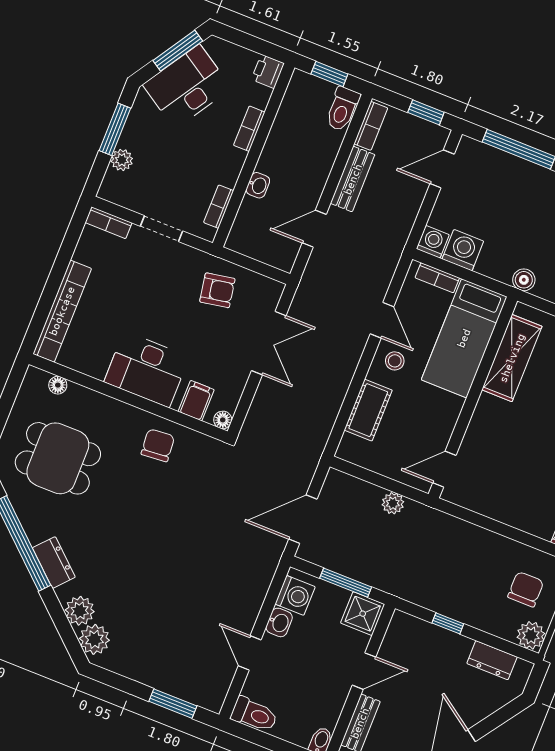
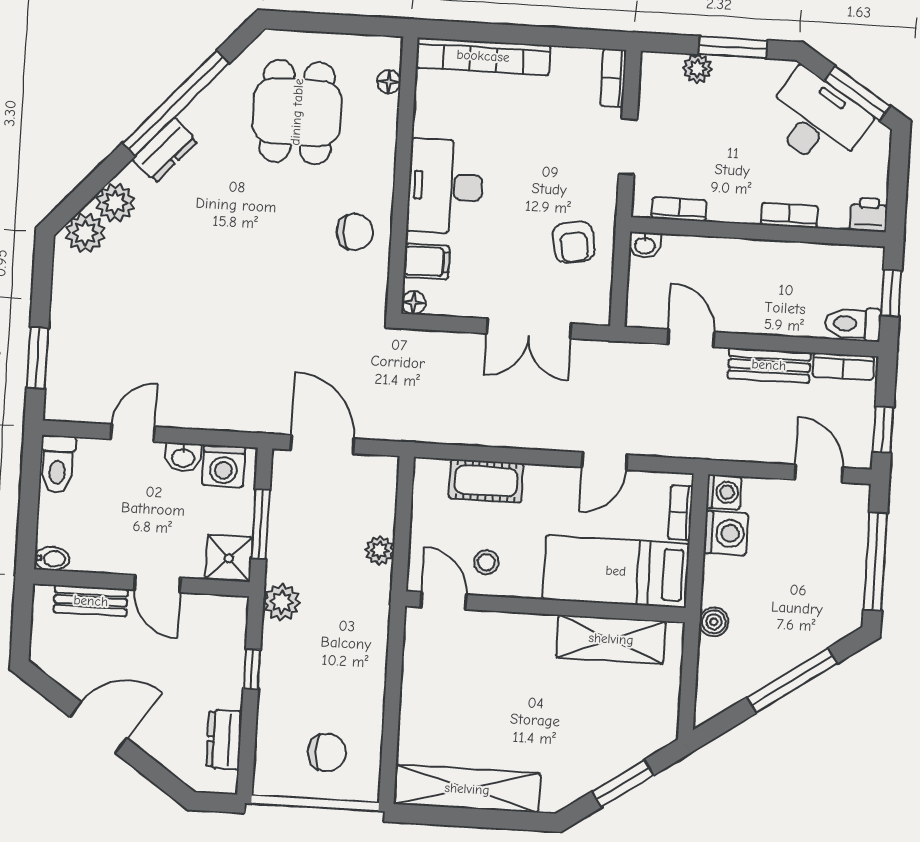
washbasin: (258, 185) -> (645, 245), moved
stool: (395, 361) -> (486, 562), moved
plant: (531, 635) -> (282, 602), moved

